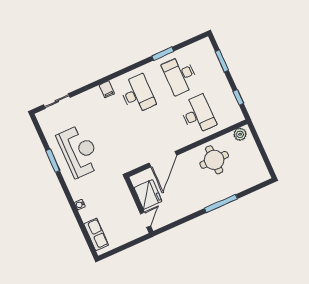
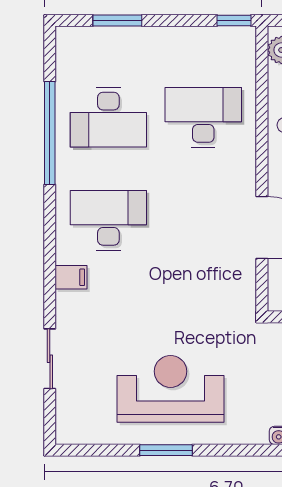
window: (163, 54) -> (50, 133), width x2.11
window: (238, 97) -> (234, 20), moved
sliding door: (57, 101) -> (50, 359), moved

